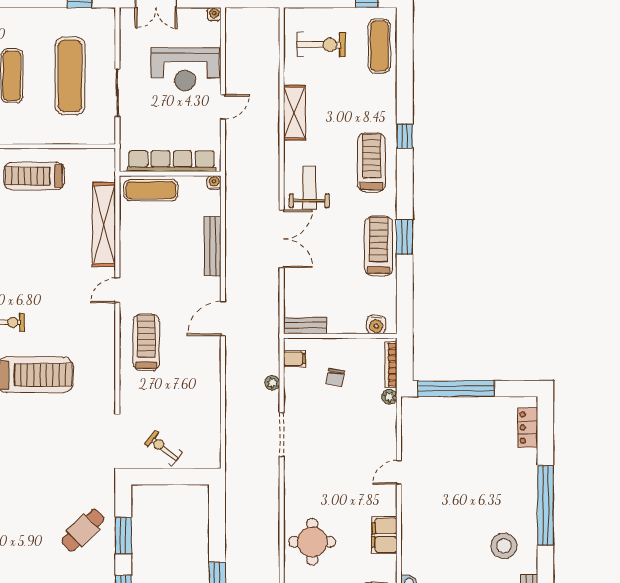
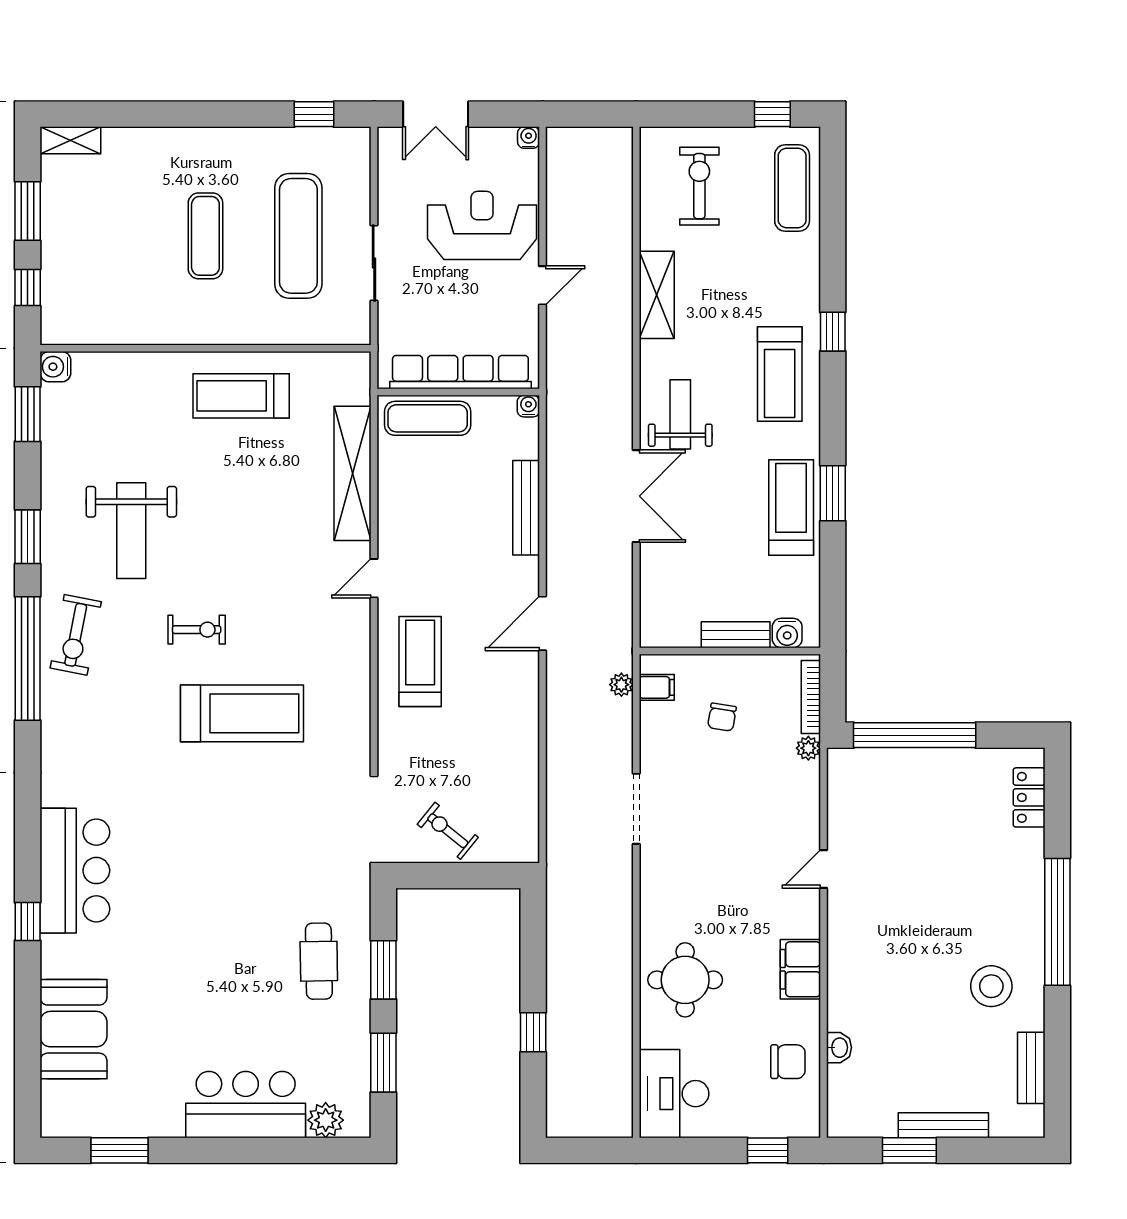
exercise bike: (321, 45) -> (699, 186), turned -90
reception desk: (185, 69) -> (482, 225), turned 180
treadmill: (371, 162) -> (780, 374), turned 180
bench: (305, 326) -> (736, 635), moved
plant: (272, 383) -> (621, 685), moved
cafe table: (83, 530) -> (319, 961), turned -46

